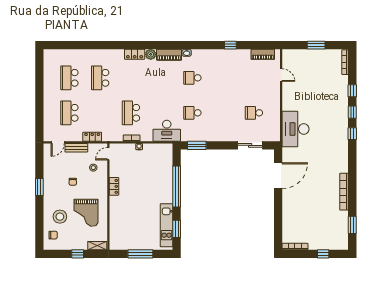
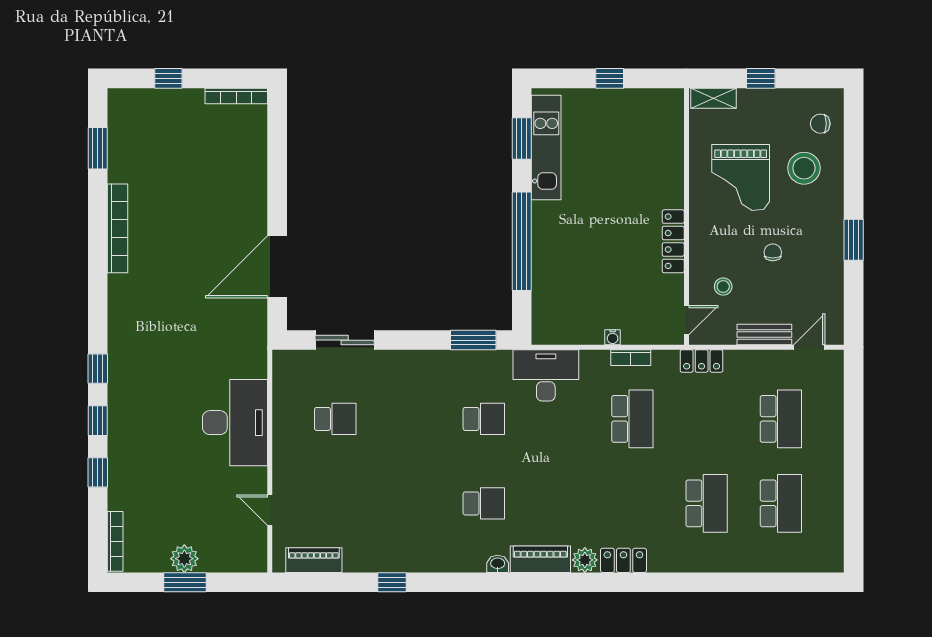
plant: (316, 55) -> (184, 559), added
desk: (295, 129) -> (235, 423), moved
locker: (92, 137) -> (702, 361), moved
locker: (114, 186) -> (673, 241), width x1.53
grand piano: (86, 213) -> (741, 178), turned 180
window: (140, 254) -> (610, 78), width x0.46

